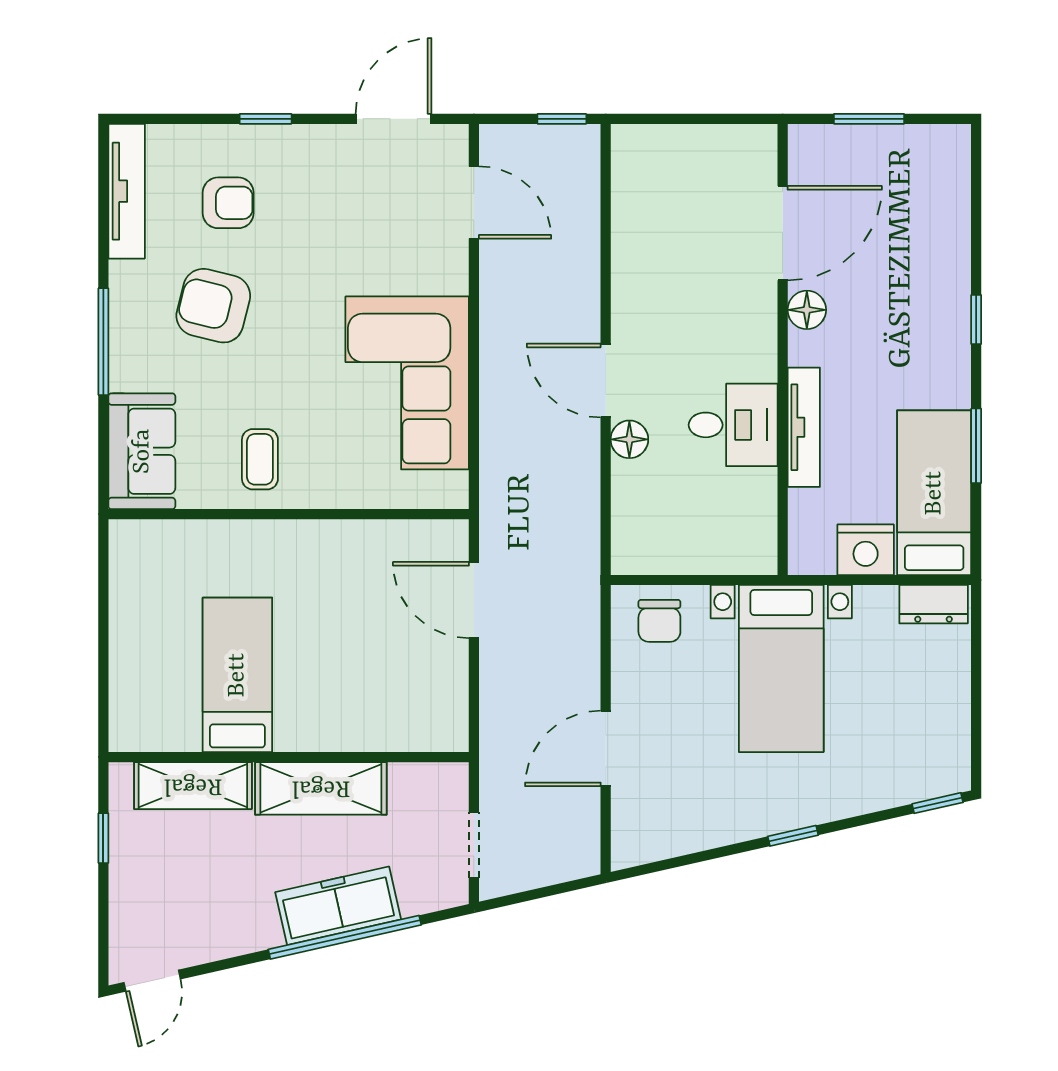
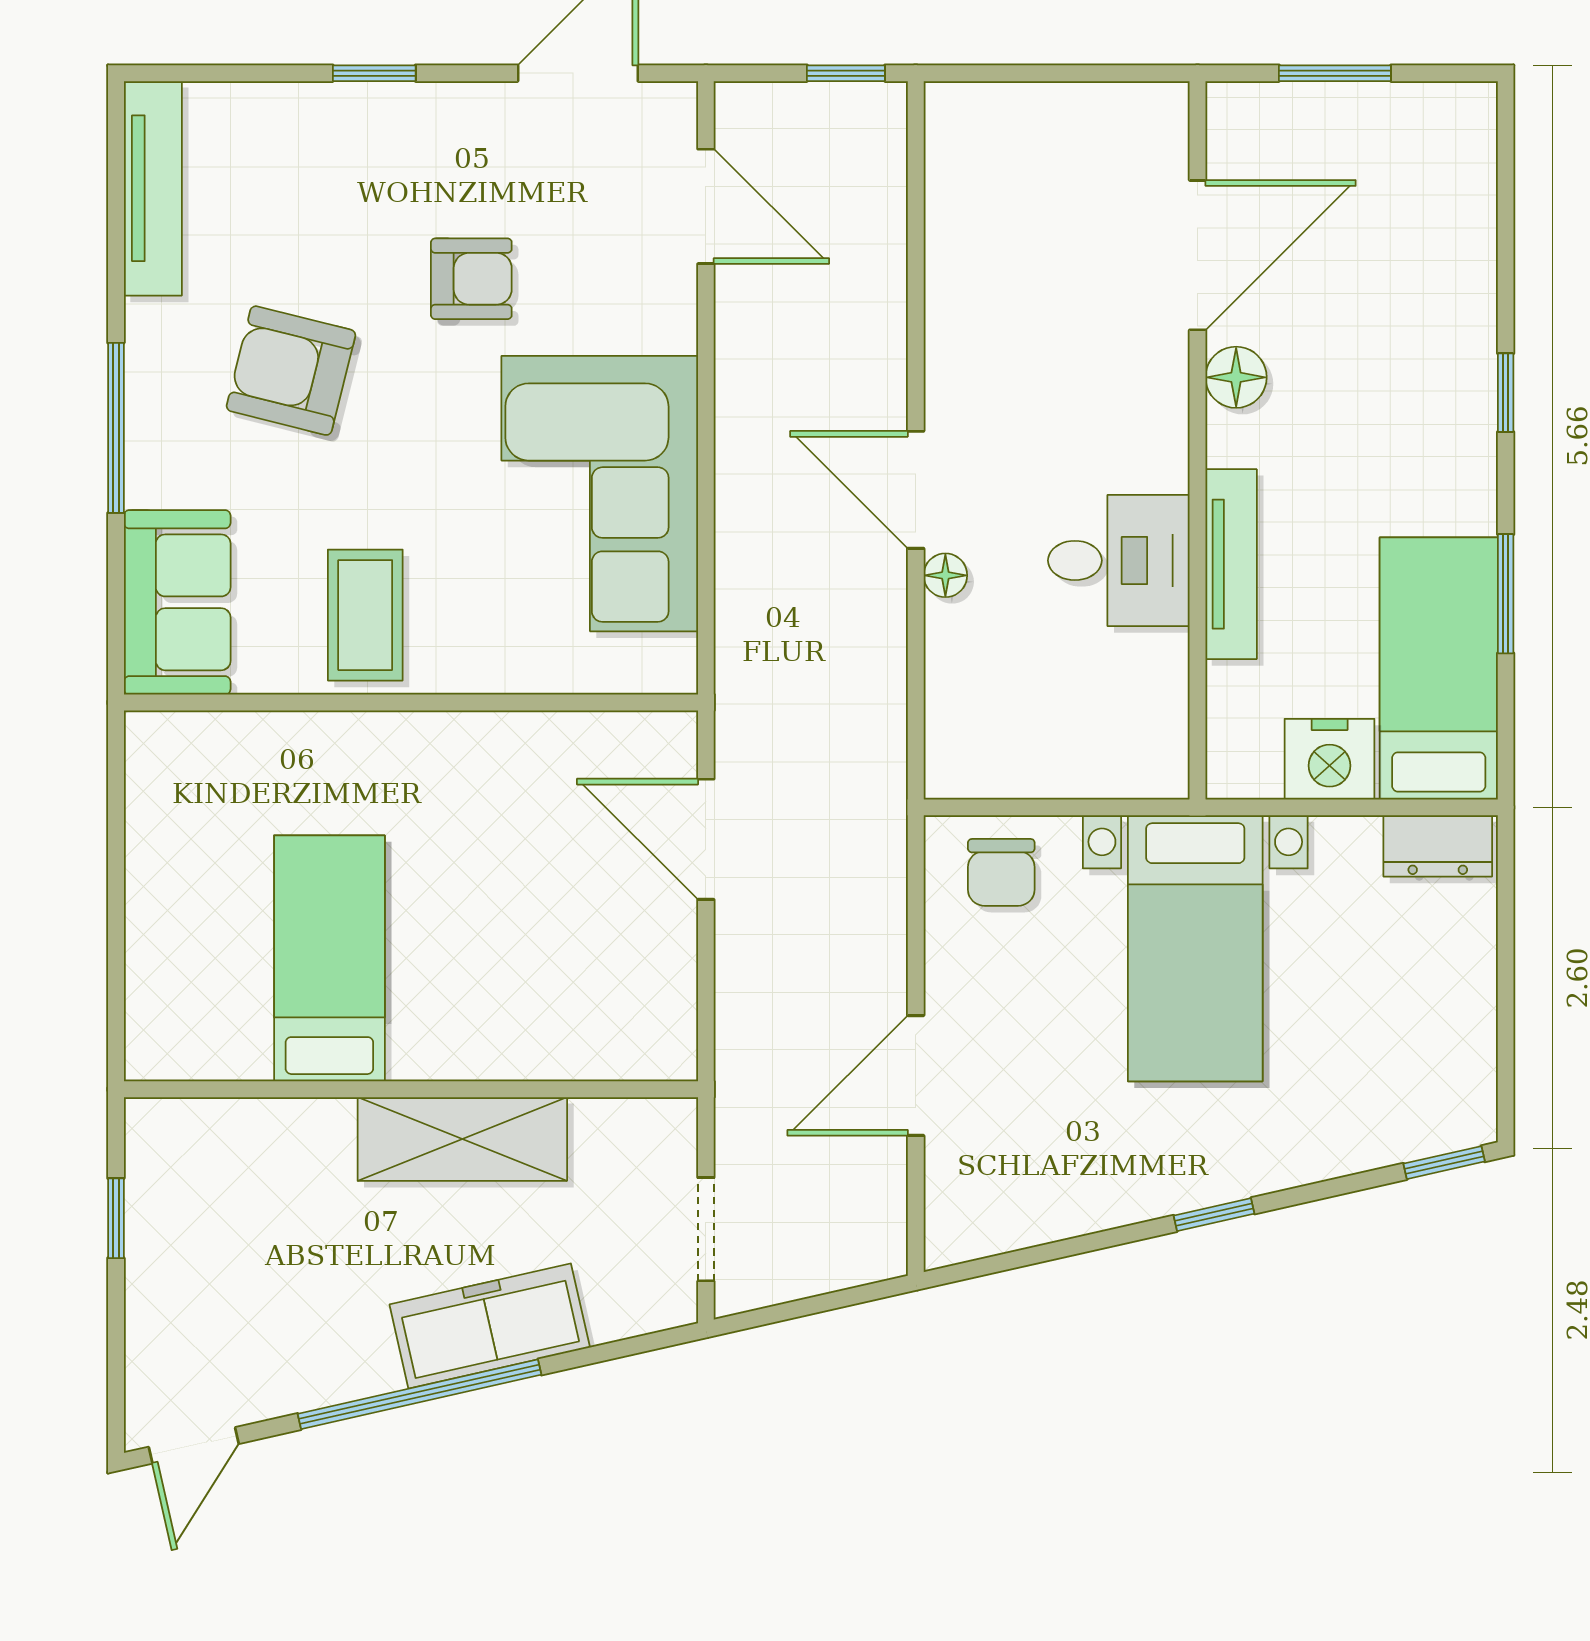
armchair: (228, 203) -> (471, 279), moved
floor lamp: (629, 439) -> (945, 575), width x0.73, depth x0.73
coffee table: (260, 459) -> (365, 615), width x1.36, depth x1.30
shelving: (193, 786) -> (259, 1135), removed
window: (345, 937) -> (419, 1394), moved

